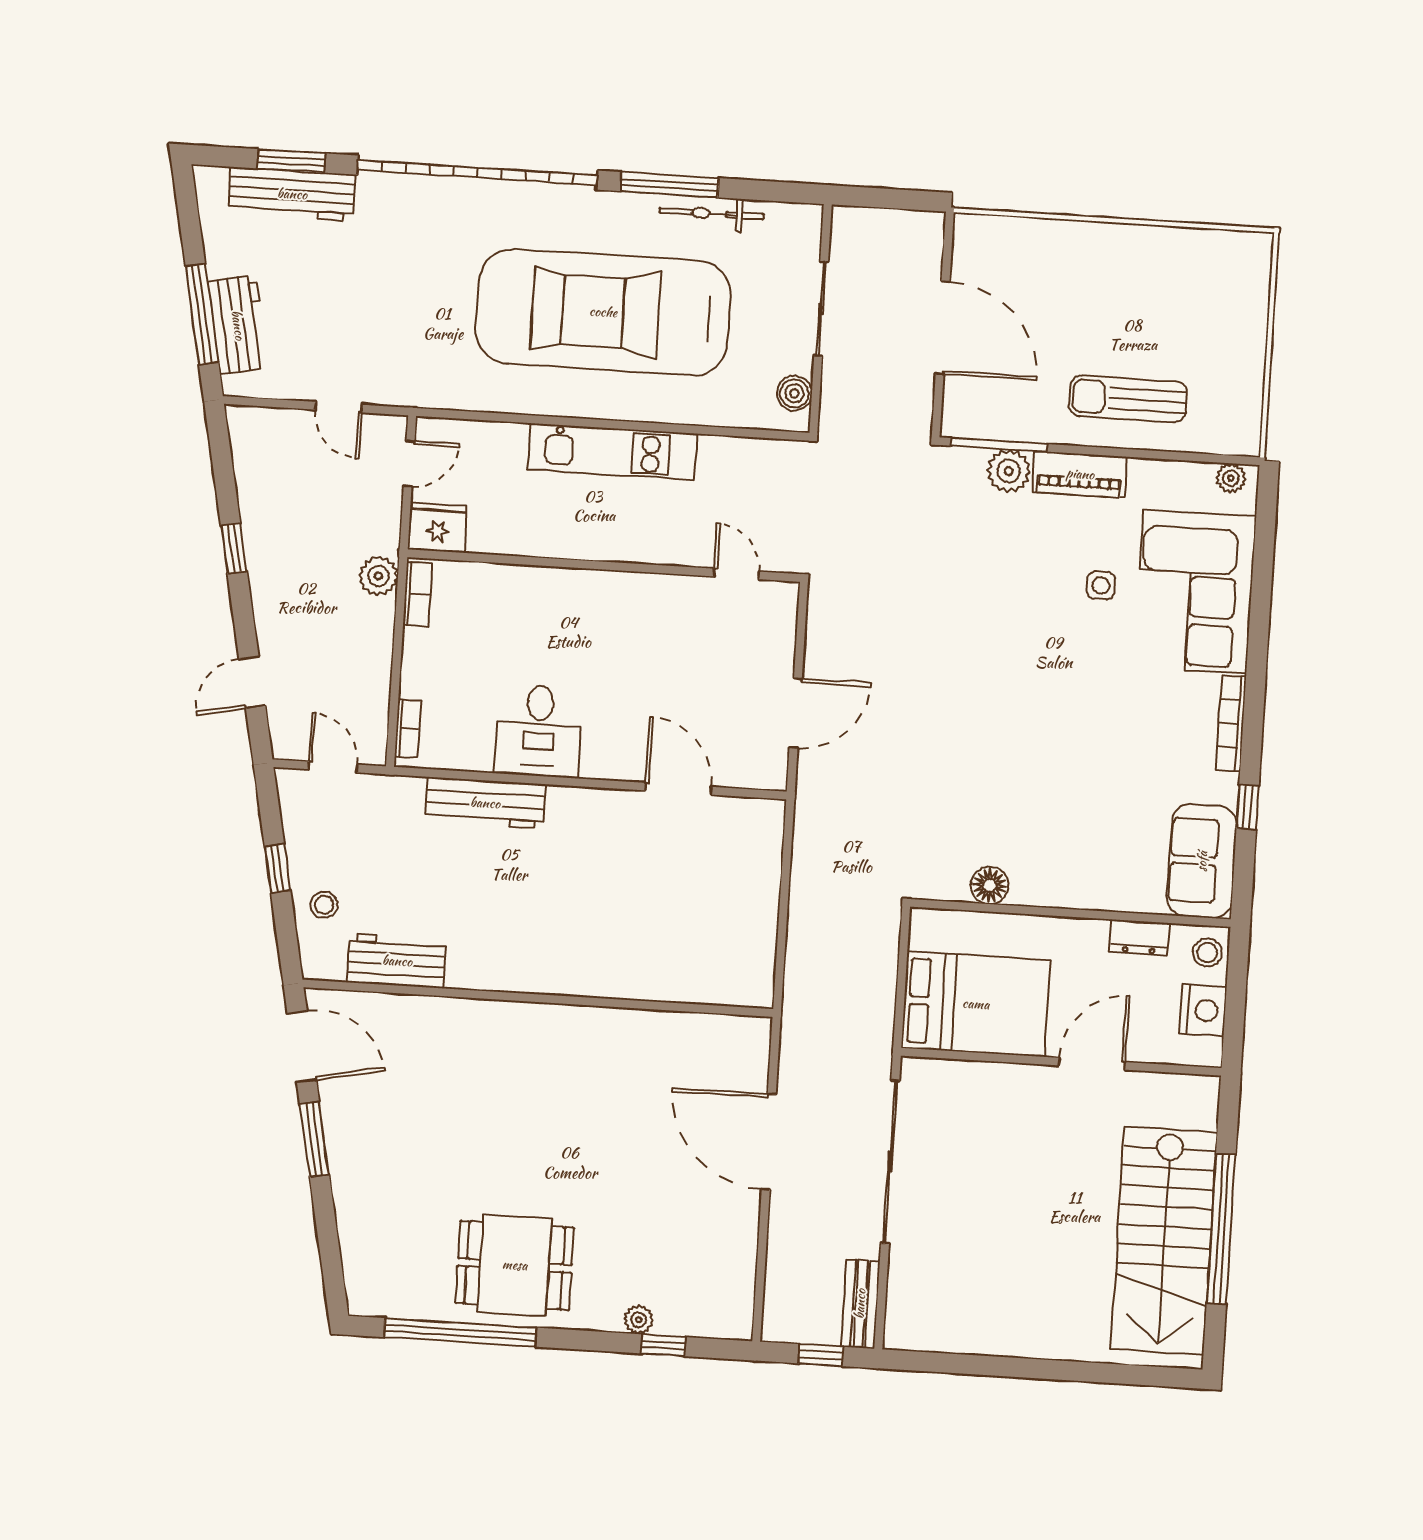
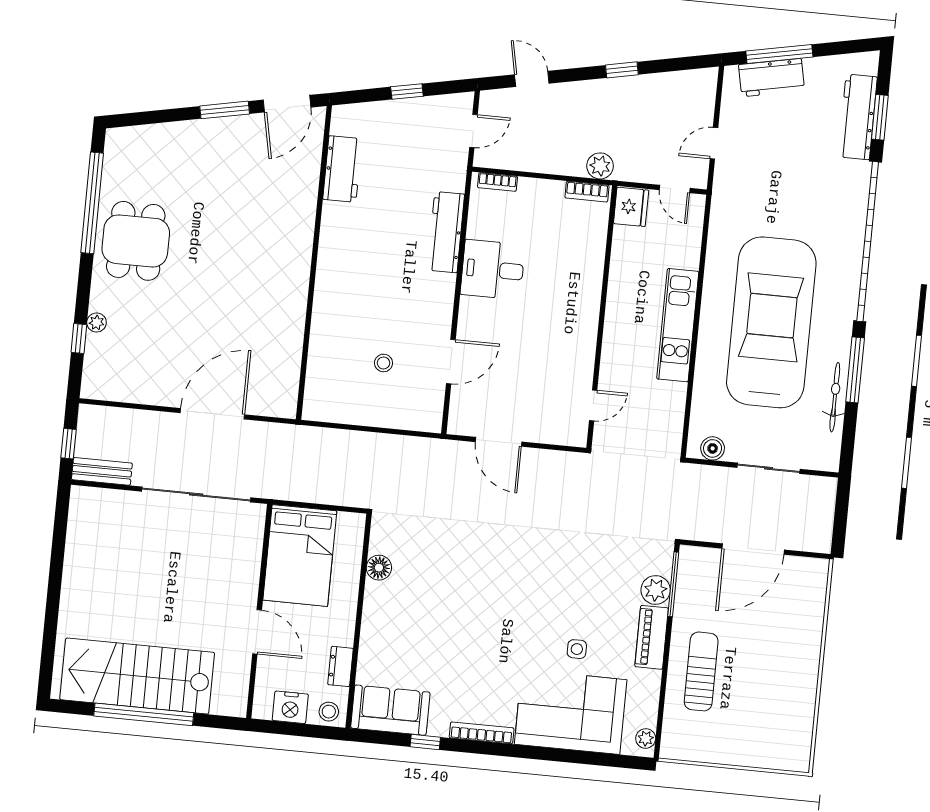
stool: (324, 905) -> (384, 363), moved

